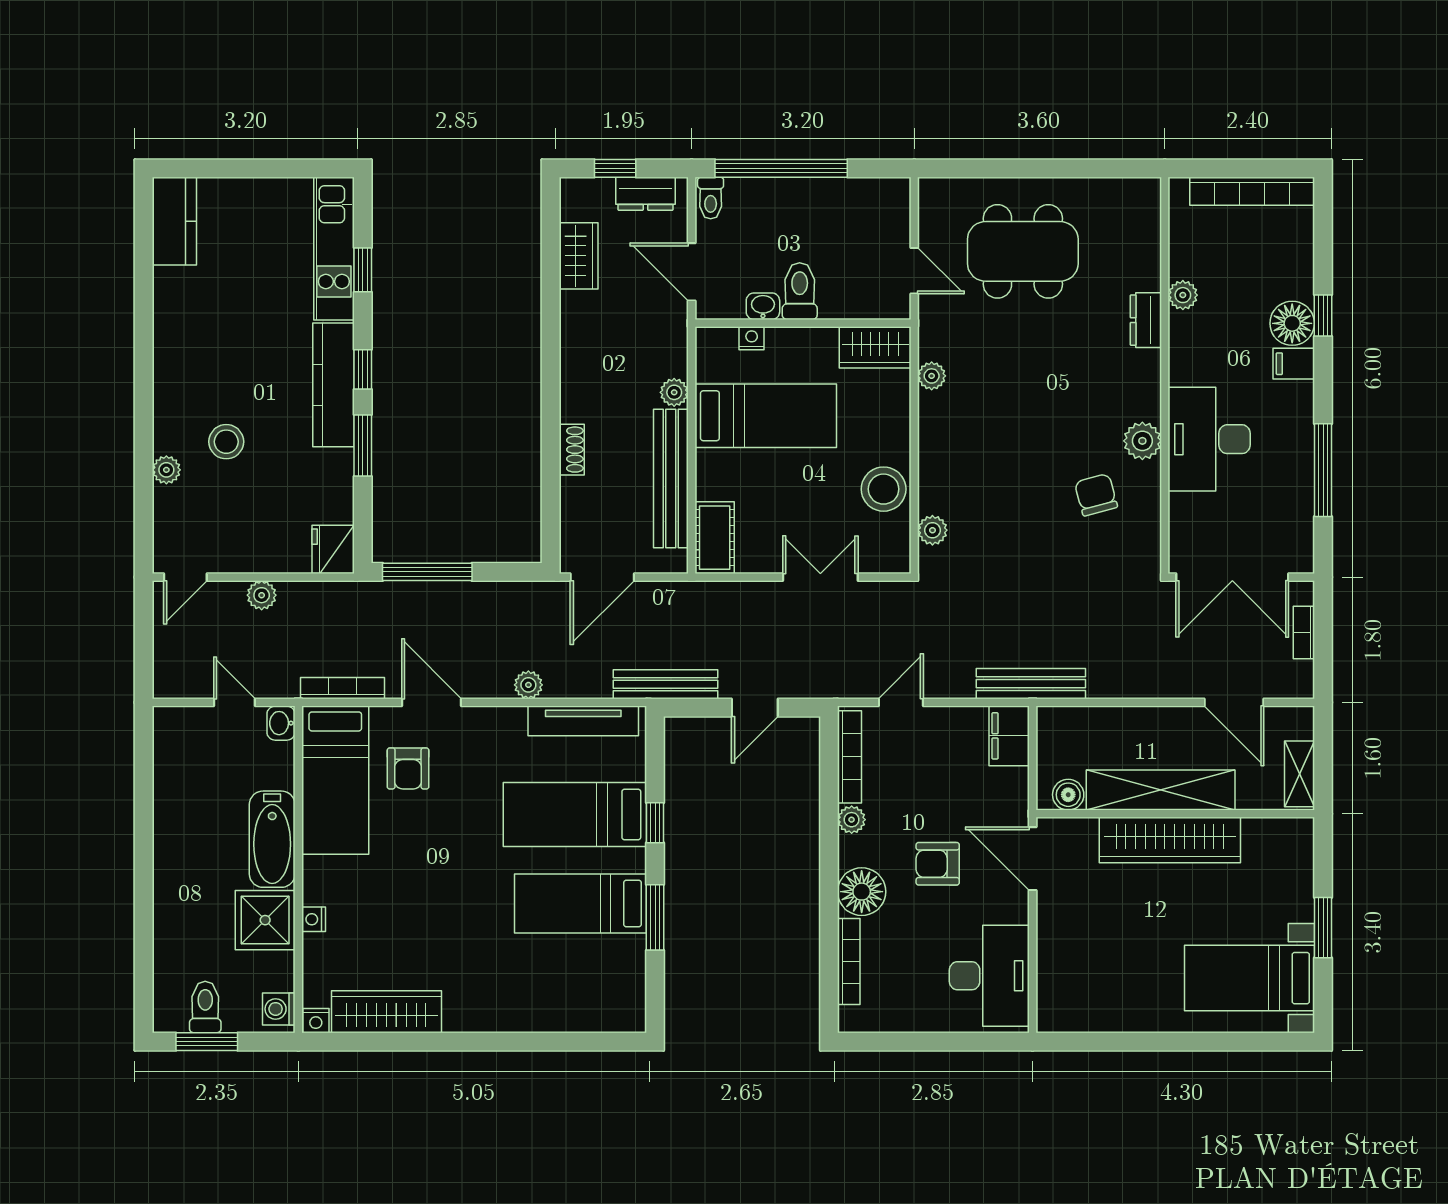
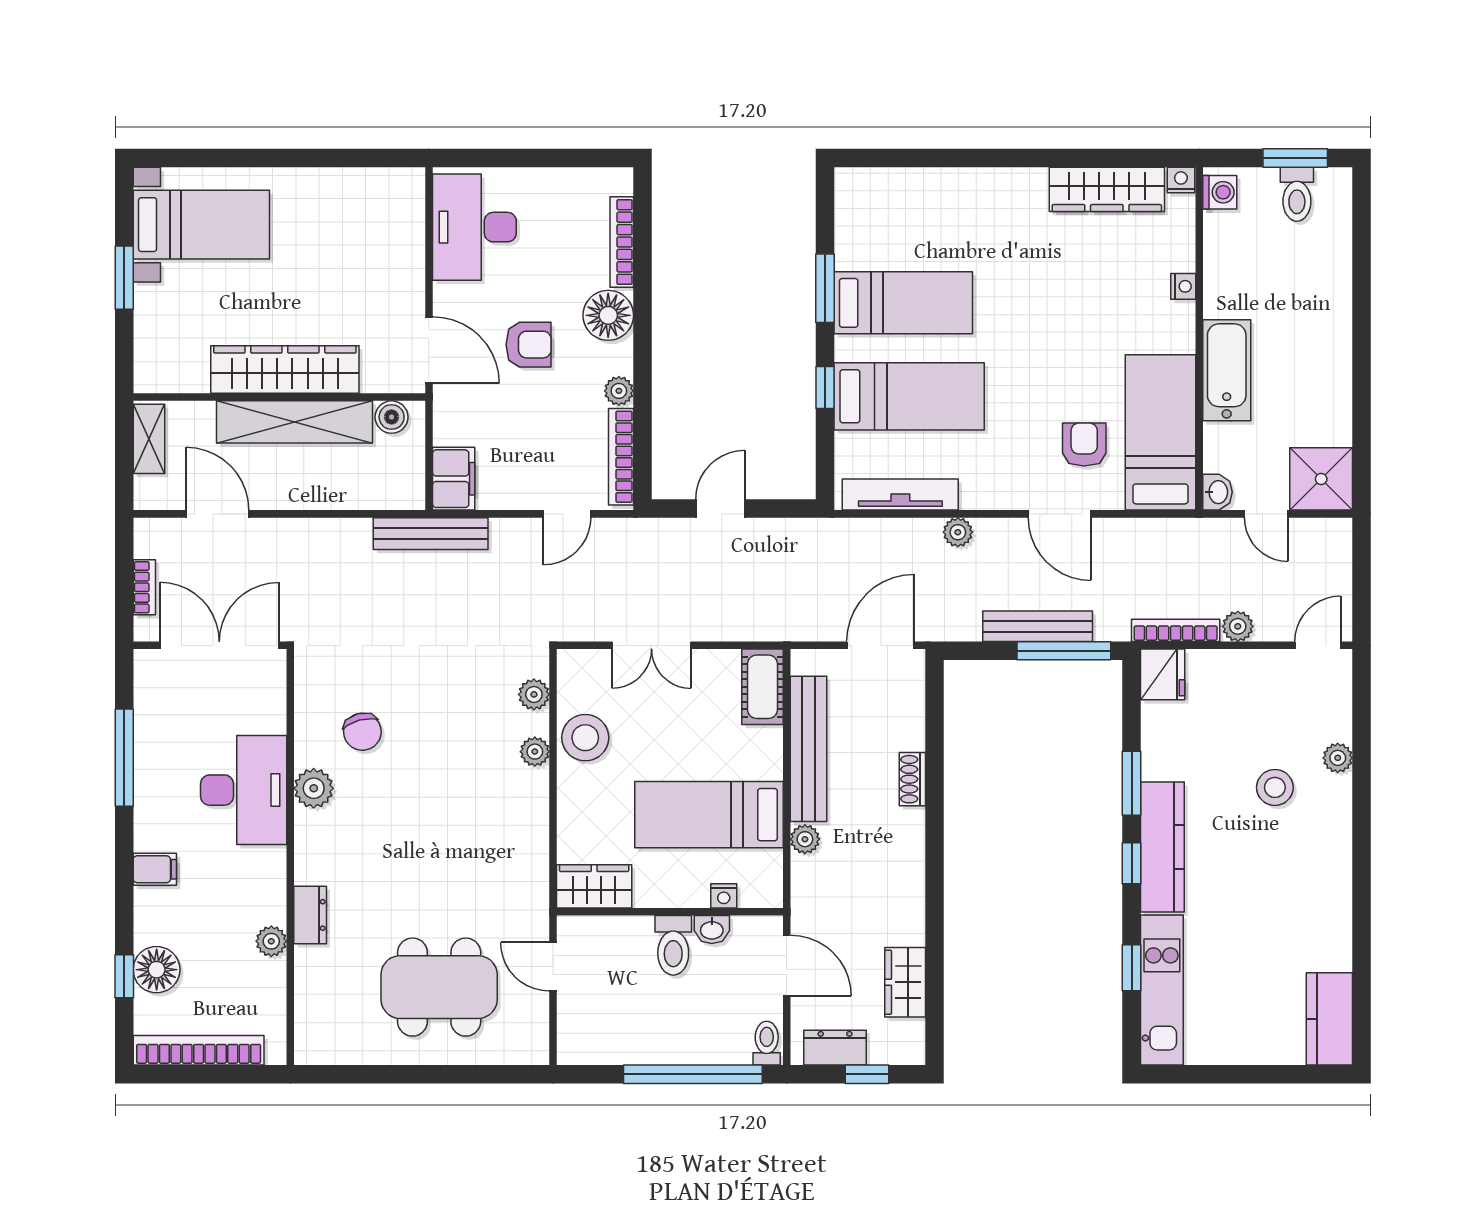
window: (1323, 315) -> (124, 976), moved
floor lamp: (1292, 323) -> (157, 970), moved
plant: (932, 376) -> (535, 752), moved
bench: (665, 684) -> (1038, 626), moved
bookcase: (343, 688) -> (1176, 630), moved, turned 180
shower: (265, 920) -> (1321, 479), moved

